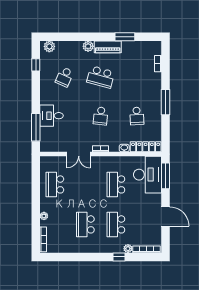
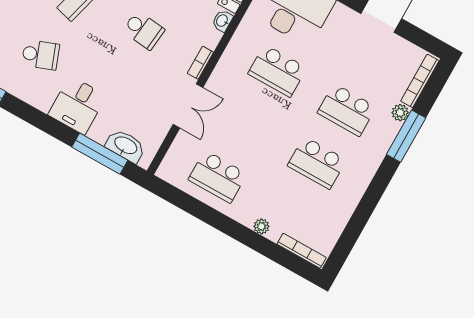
school desk: (64, 77) -> (41, 55), turned -45
desk: (52, 116) -> (77, 105), moved
washbasin: (46, 137) -> (125, 146), added
window: (119, 257) -> (406, 136), width x2.17

